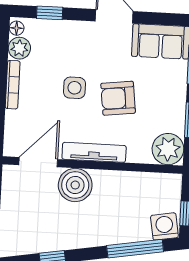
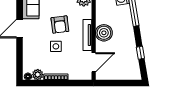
window: (50, 13) -> (20, 61), removed
door: (38, 162) -> (94, 62), swing flipped
boiler: (75, 185) -> (104, 33), moved

